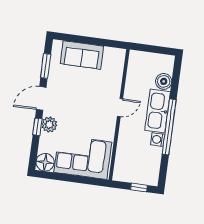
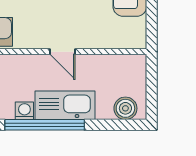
boiler: (164, 81) -> (125, 108), moved

